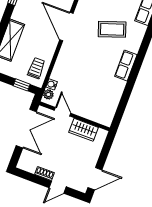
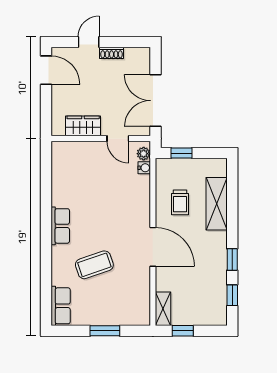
trolley: (36, 68) -> (180, 202), moved
door: (95, 179) -> (46, 70), swing flipped

